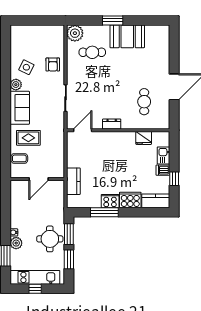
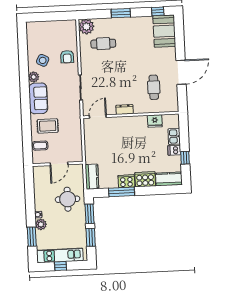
window: (152, 20) -> (158, 11), added
booth: (127, 36) -> (164, 31), moved, turned 90
kitchen counter: (73, 181) -> (92, 177), moved
round table: (50, 239) -> (68, 199), moved

